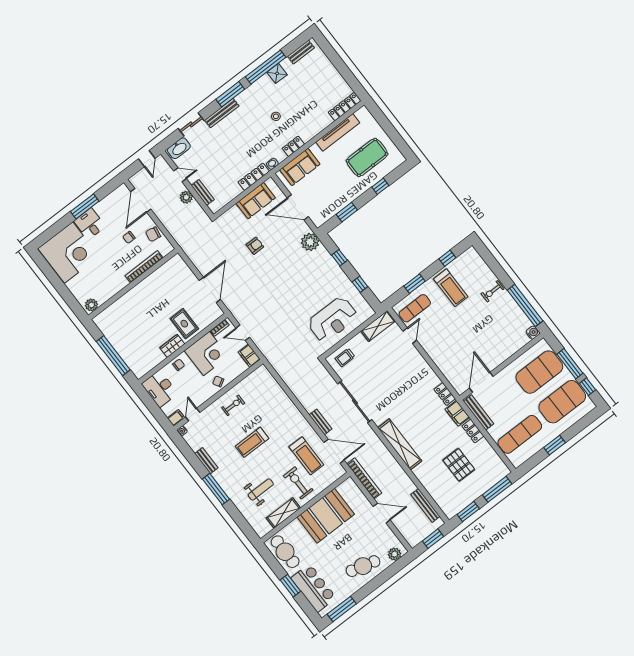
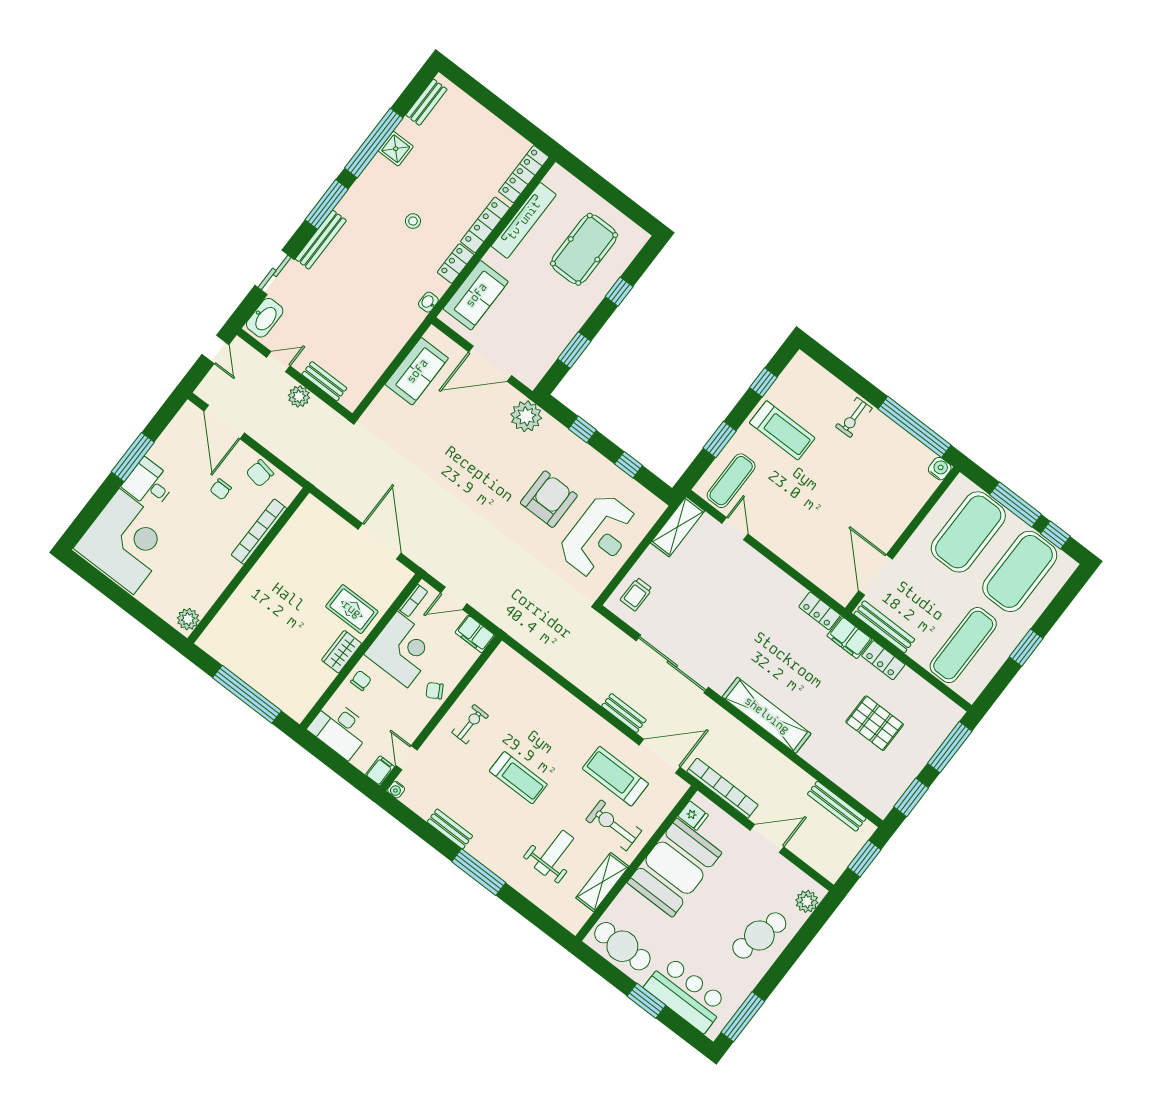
locker: (254, 177) -> (485, 225), moved
armchair: (255, 246) -> (549, 499), moved, width x1.88, depth x1.88
treadmill: (252, 442) -> (518, 778), turned -90
treadmill: (306, 456) -> (615, 776), turned 180
fridge: (344, 489) -> (693, 816), added

